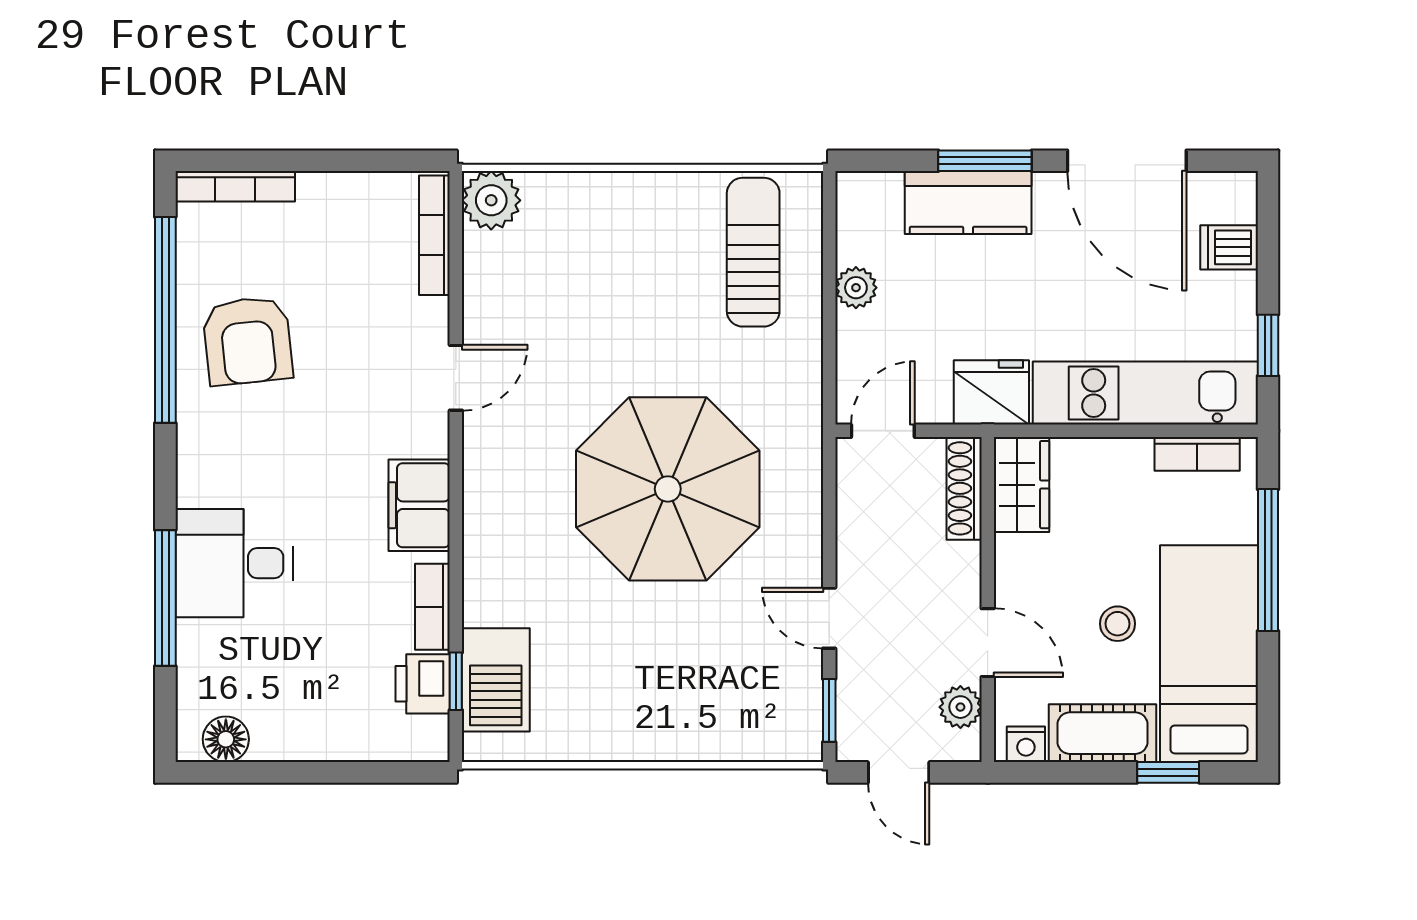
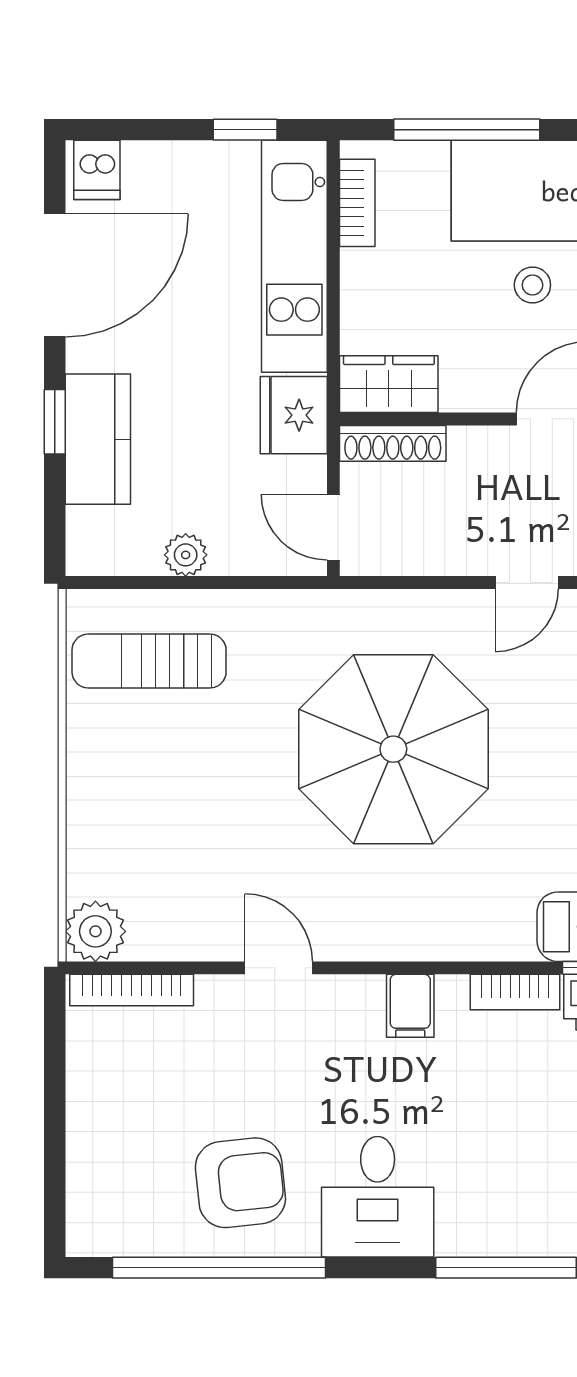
window: (985, 161) -> (55, 422), width x0.67
bookcase: (235, 186) -> (81, 1196), removed
dishwasher: (1229, 247) -> (97, 170), moved
filing cabinet: (419, 505) -> (410, 1006), width x0.50
desk: (234, 563) -> (378, 1197), moved

